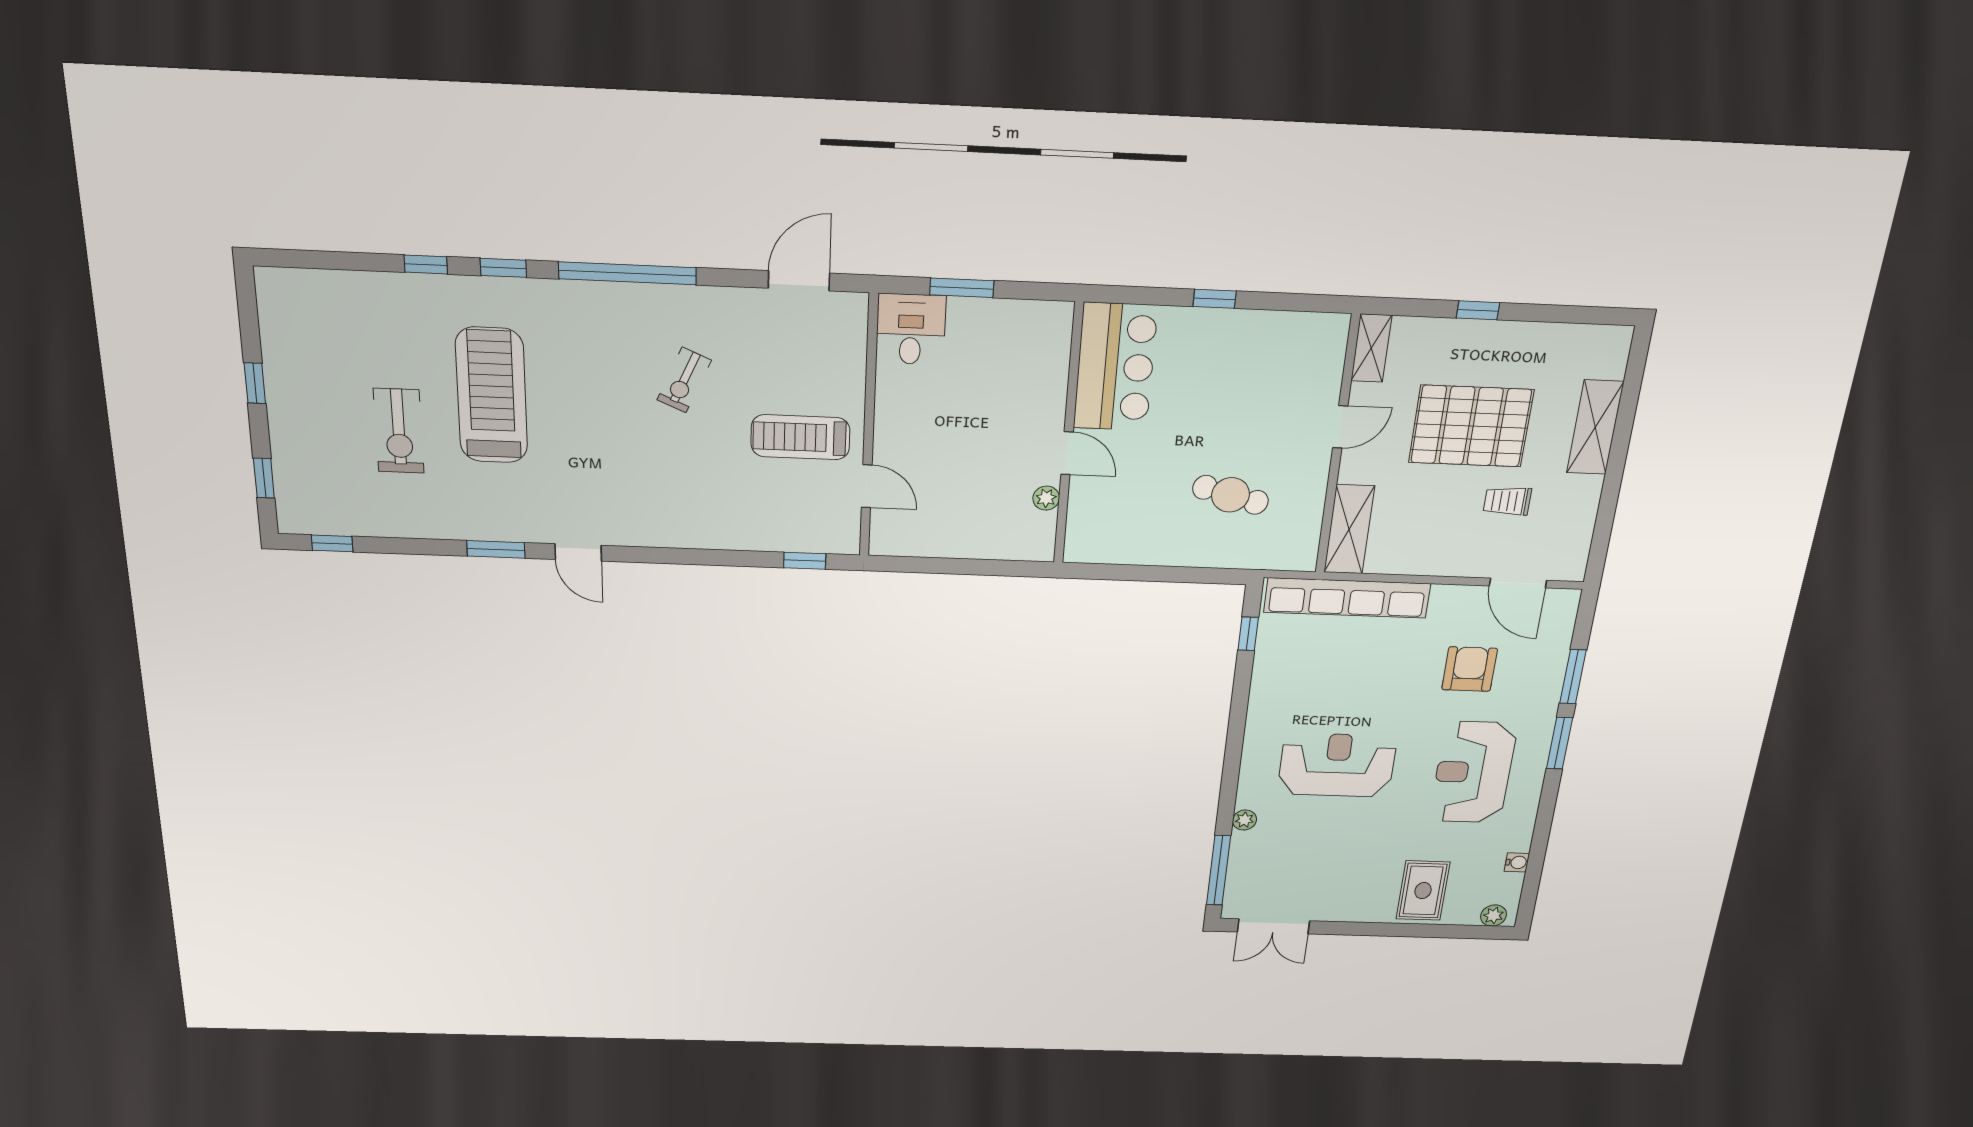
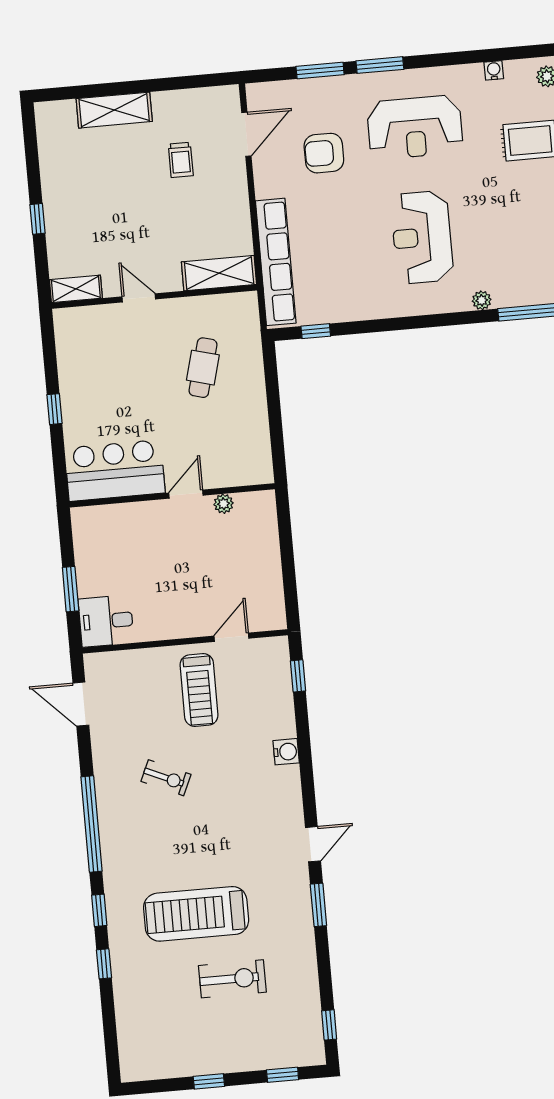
pallet: (1471, 426) -> (125, 202), removed
water cooler: (705, 535) -> (286, 752), added

